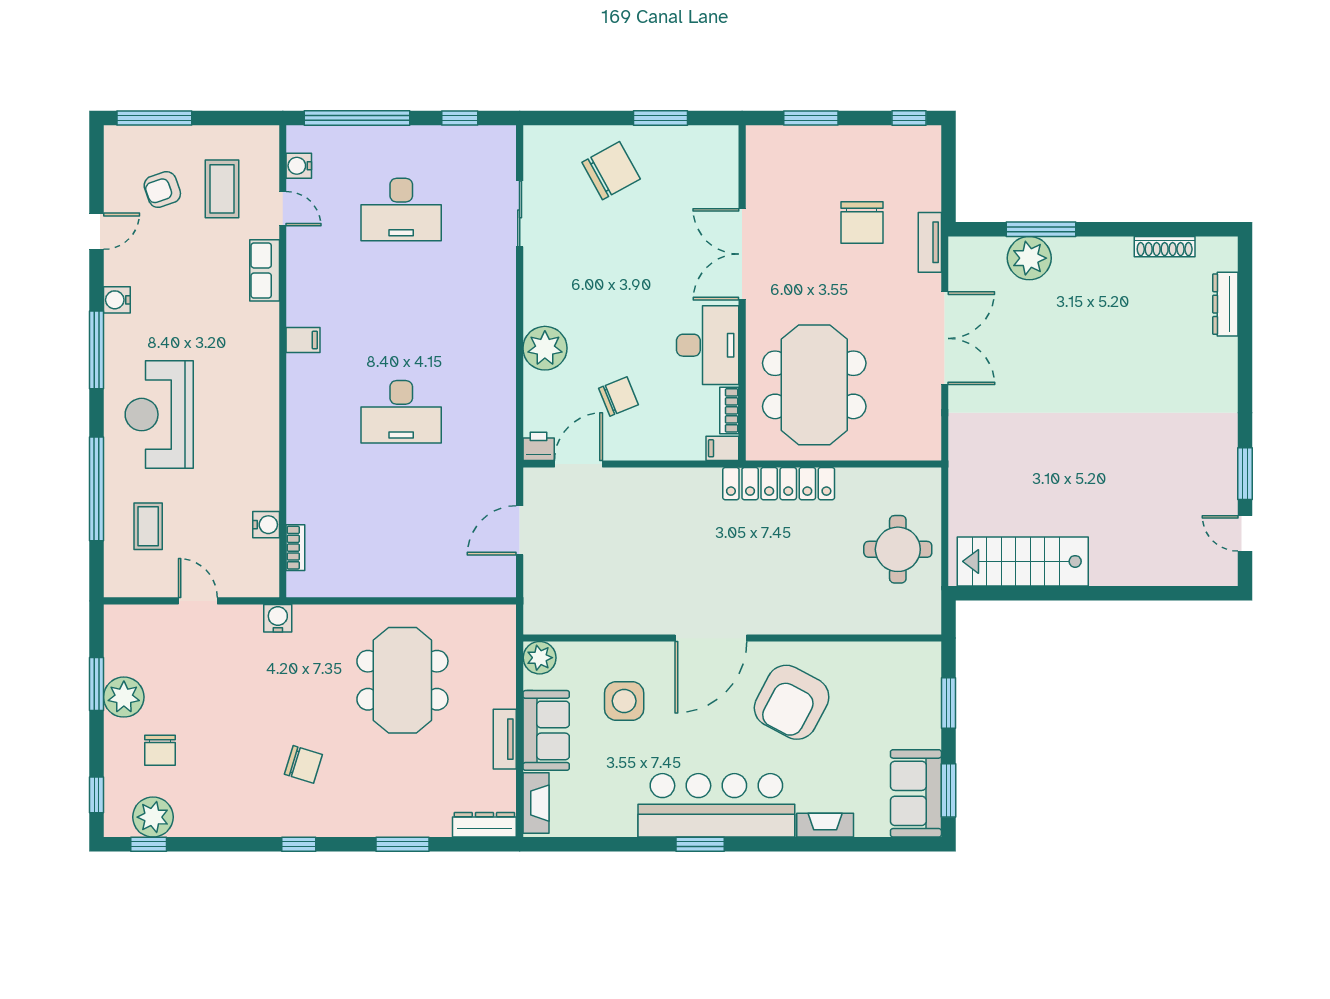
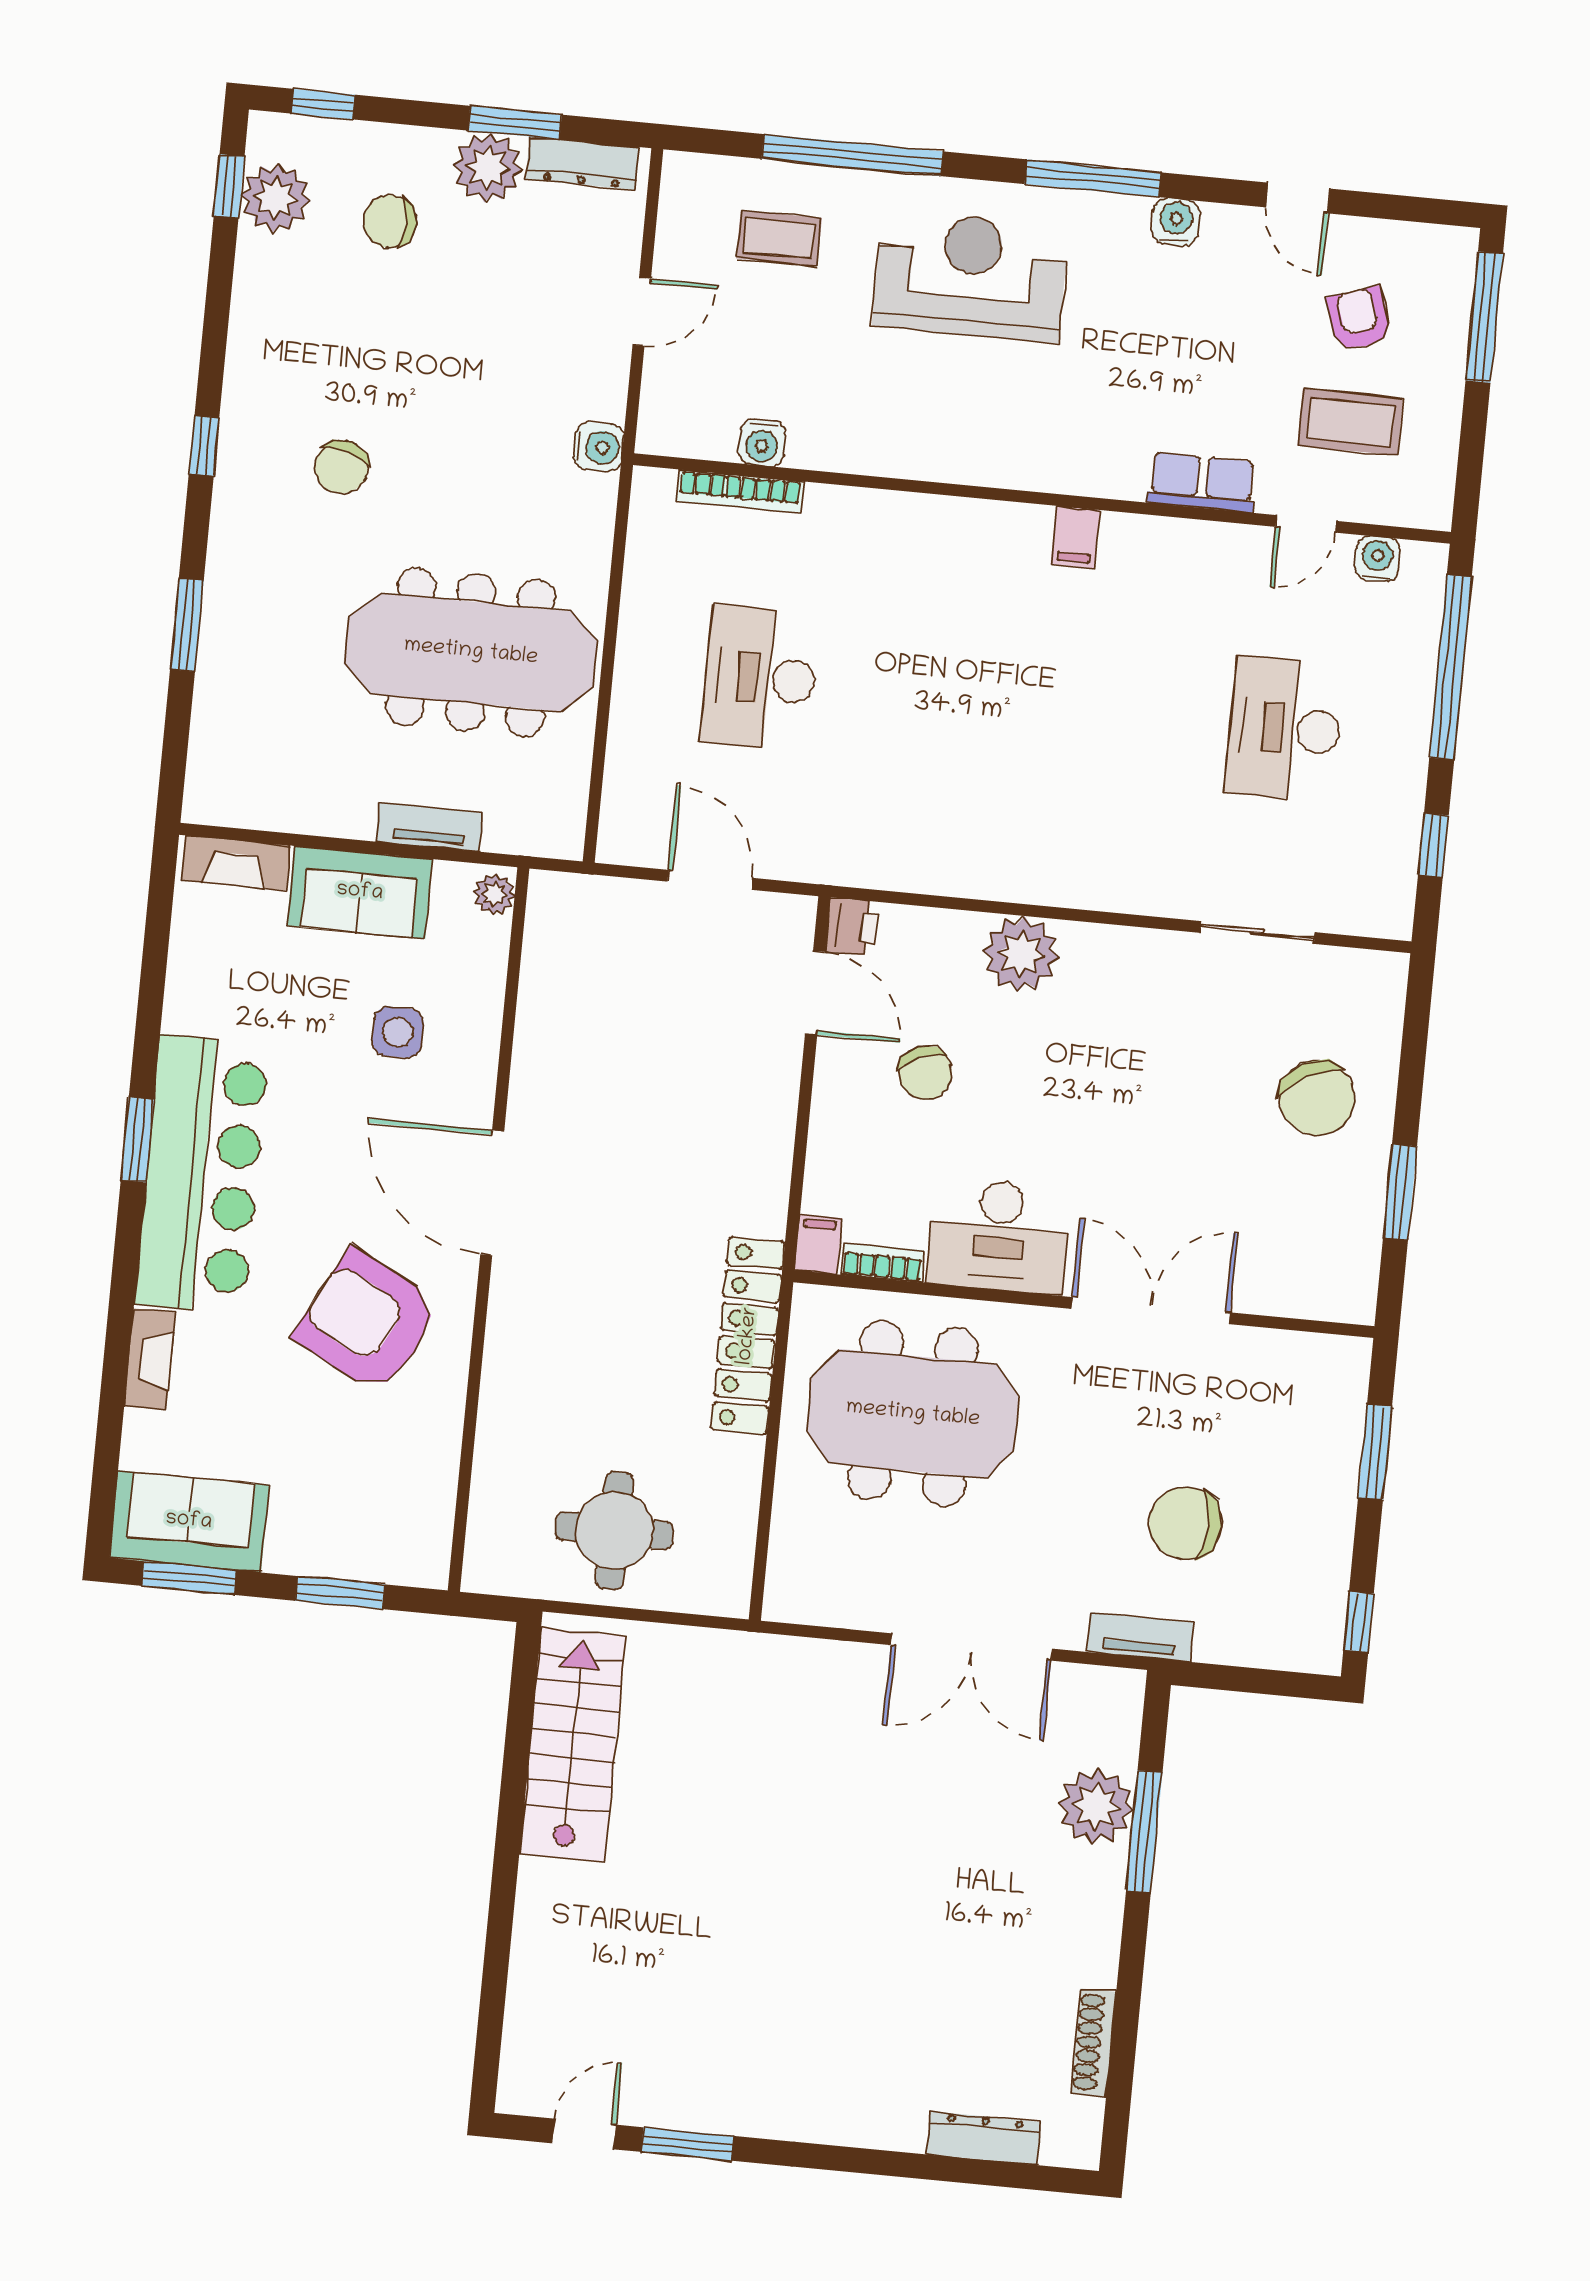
desk: (401, 412) -> (760, 678), moved
bookcase: (295, 548) -> (740, 491), width x1.56
plant: (540, 658) -> (494, 894), width x0.73, depth x0.73
meeting table: (402, 680) -> (471, 652), width x1.36
side table: (624, 701) -> (398, 1032), width x0.73, depth x0.73
tv unit: (505, 739) -> (429, 827), moved
dresser: (484, 825) -> (583, 163), moved, turned 90

